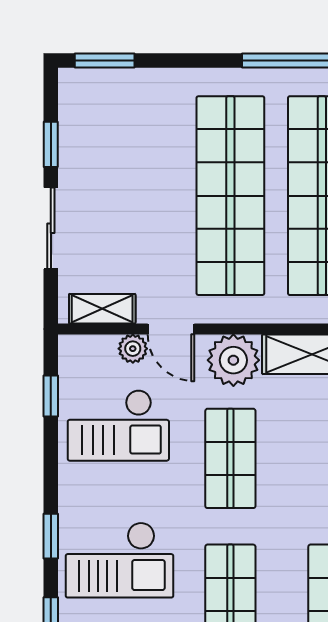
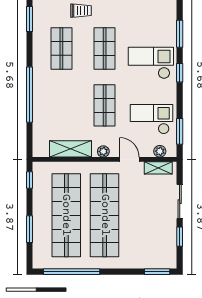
plant: (133, 349) -> (160, 151), moved
plant: (233, 360) -> (103, 151), width x0.53, depth x0.53
window: (51, 396) -> (180, 131), width x1.50

